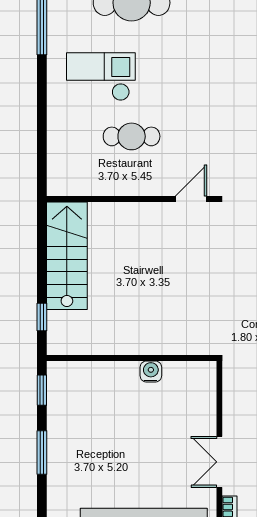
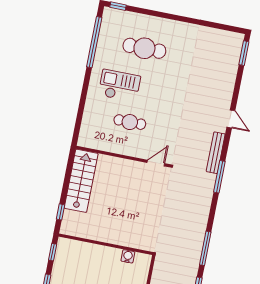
water cooler: (151, 371) -> (128, 256), moved

